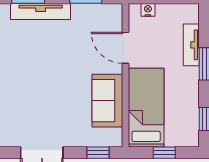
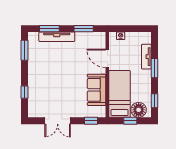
floor lamp: (178, 134) -> (139, 110), added

